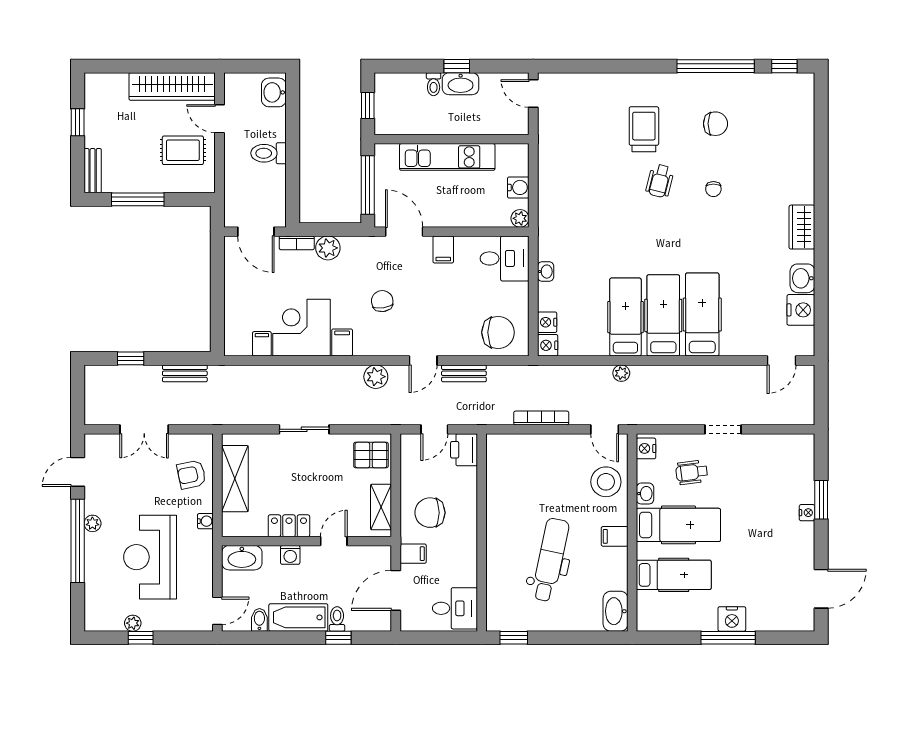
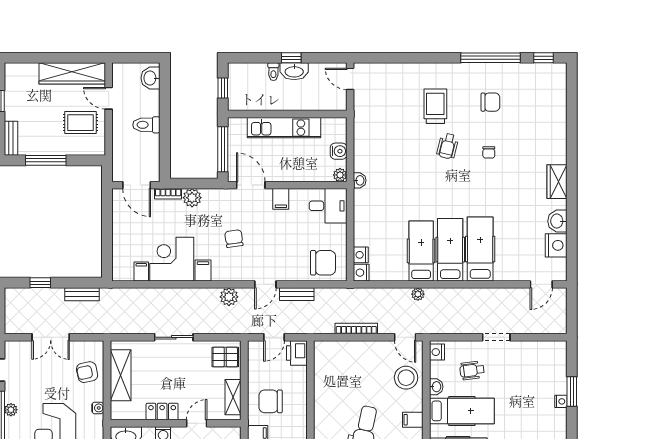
washbasin: (546, 272) -> (360, 180), moved

